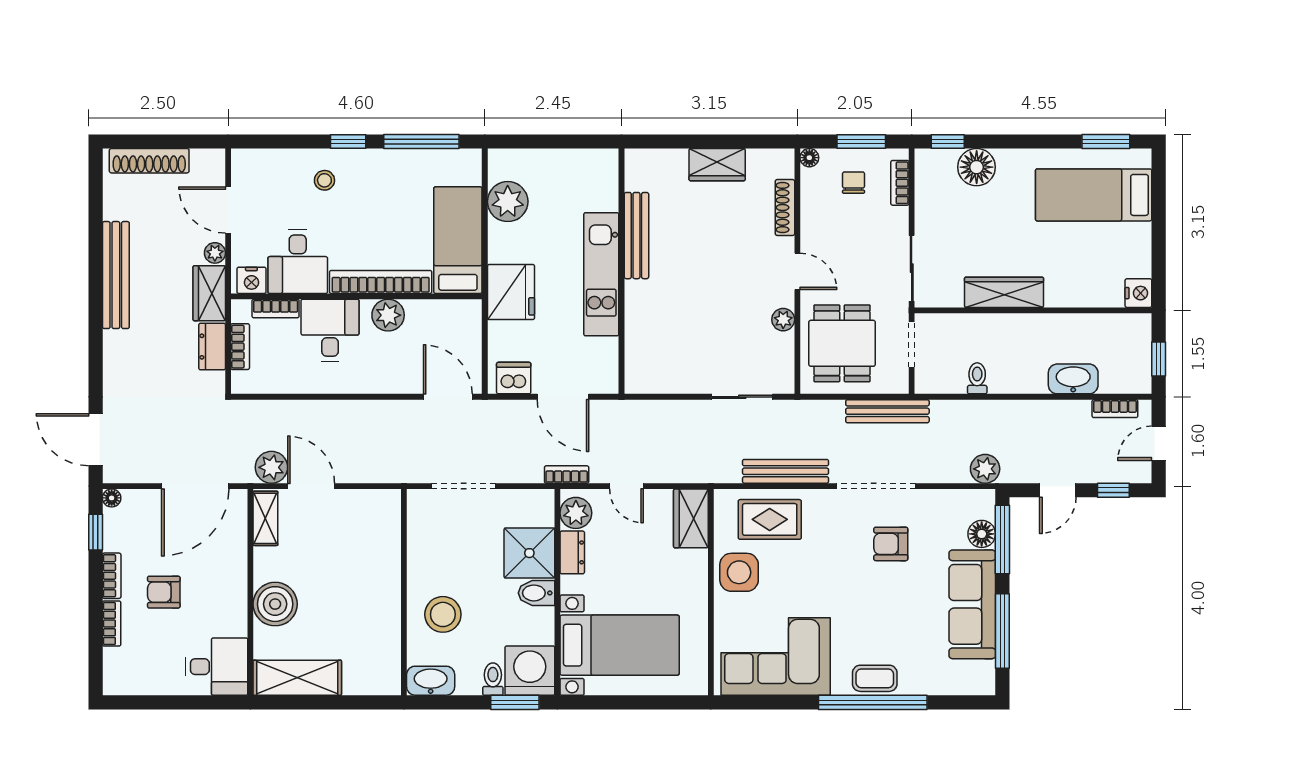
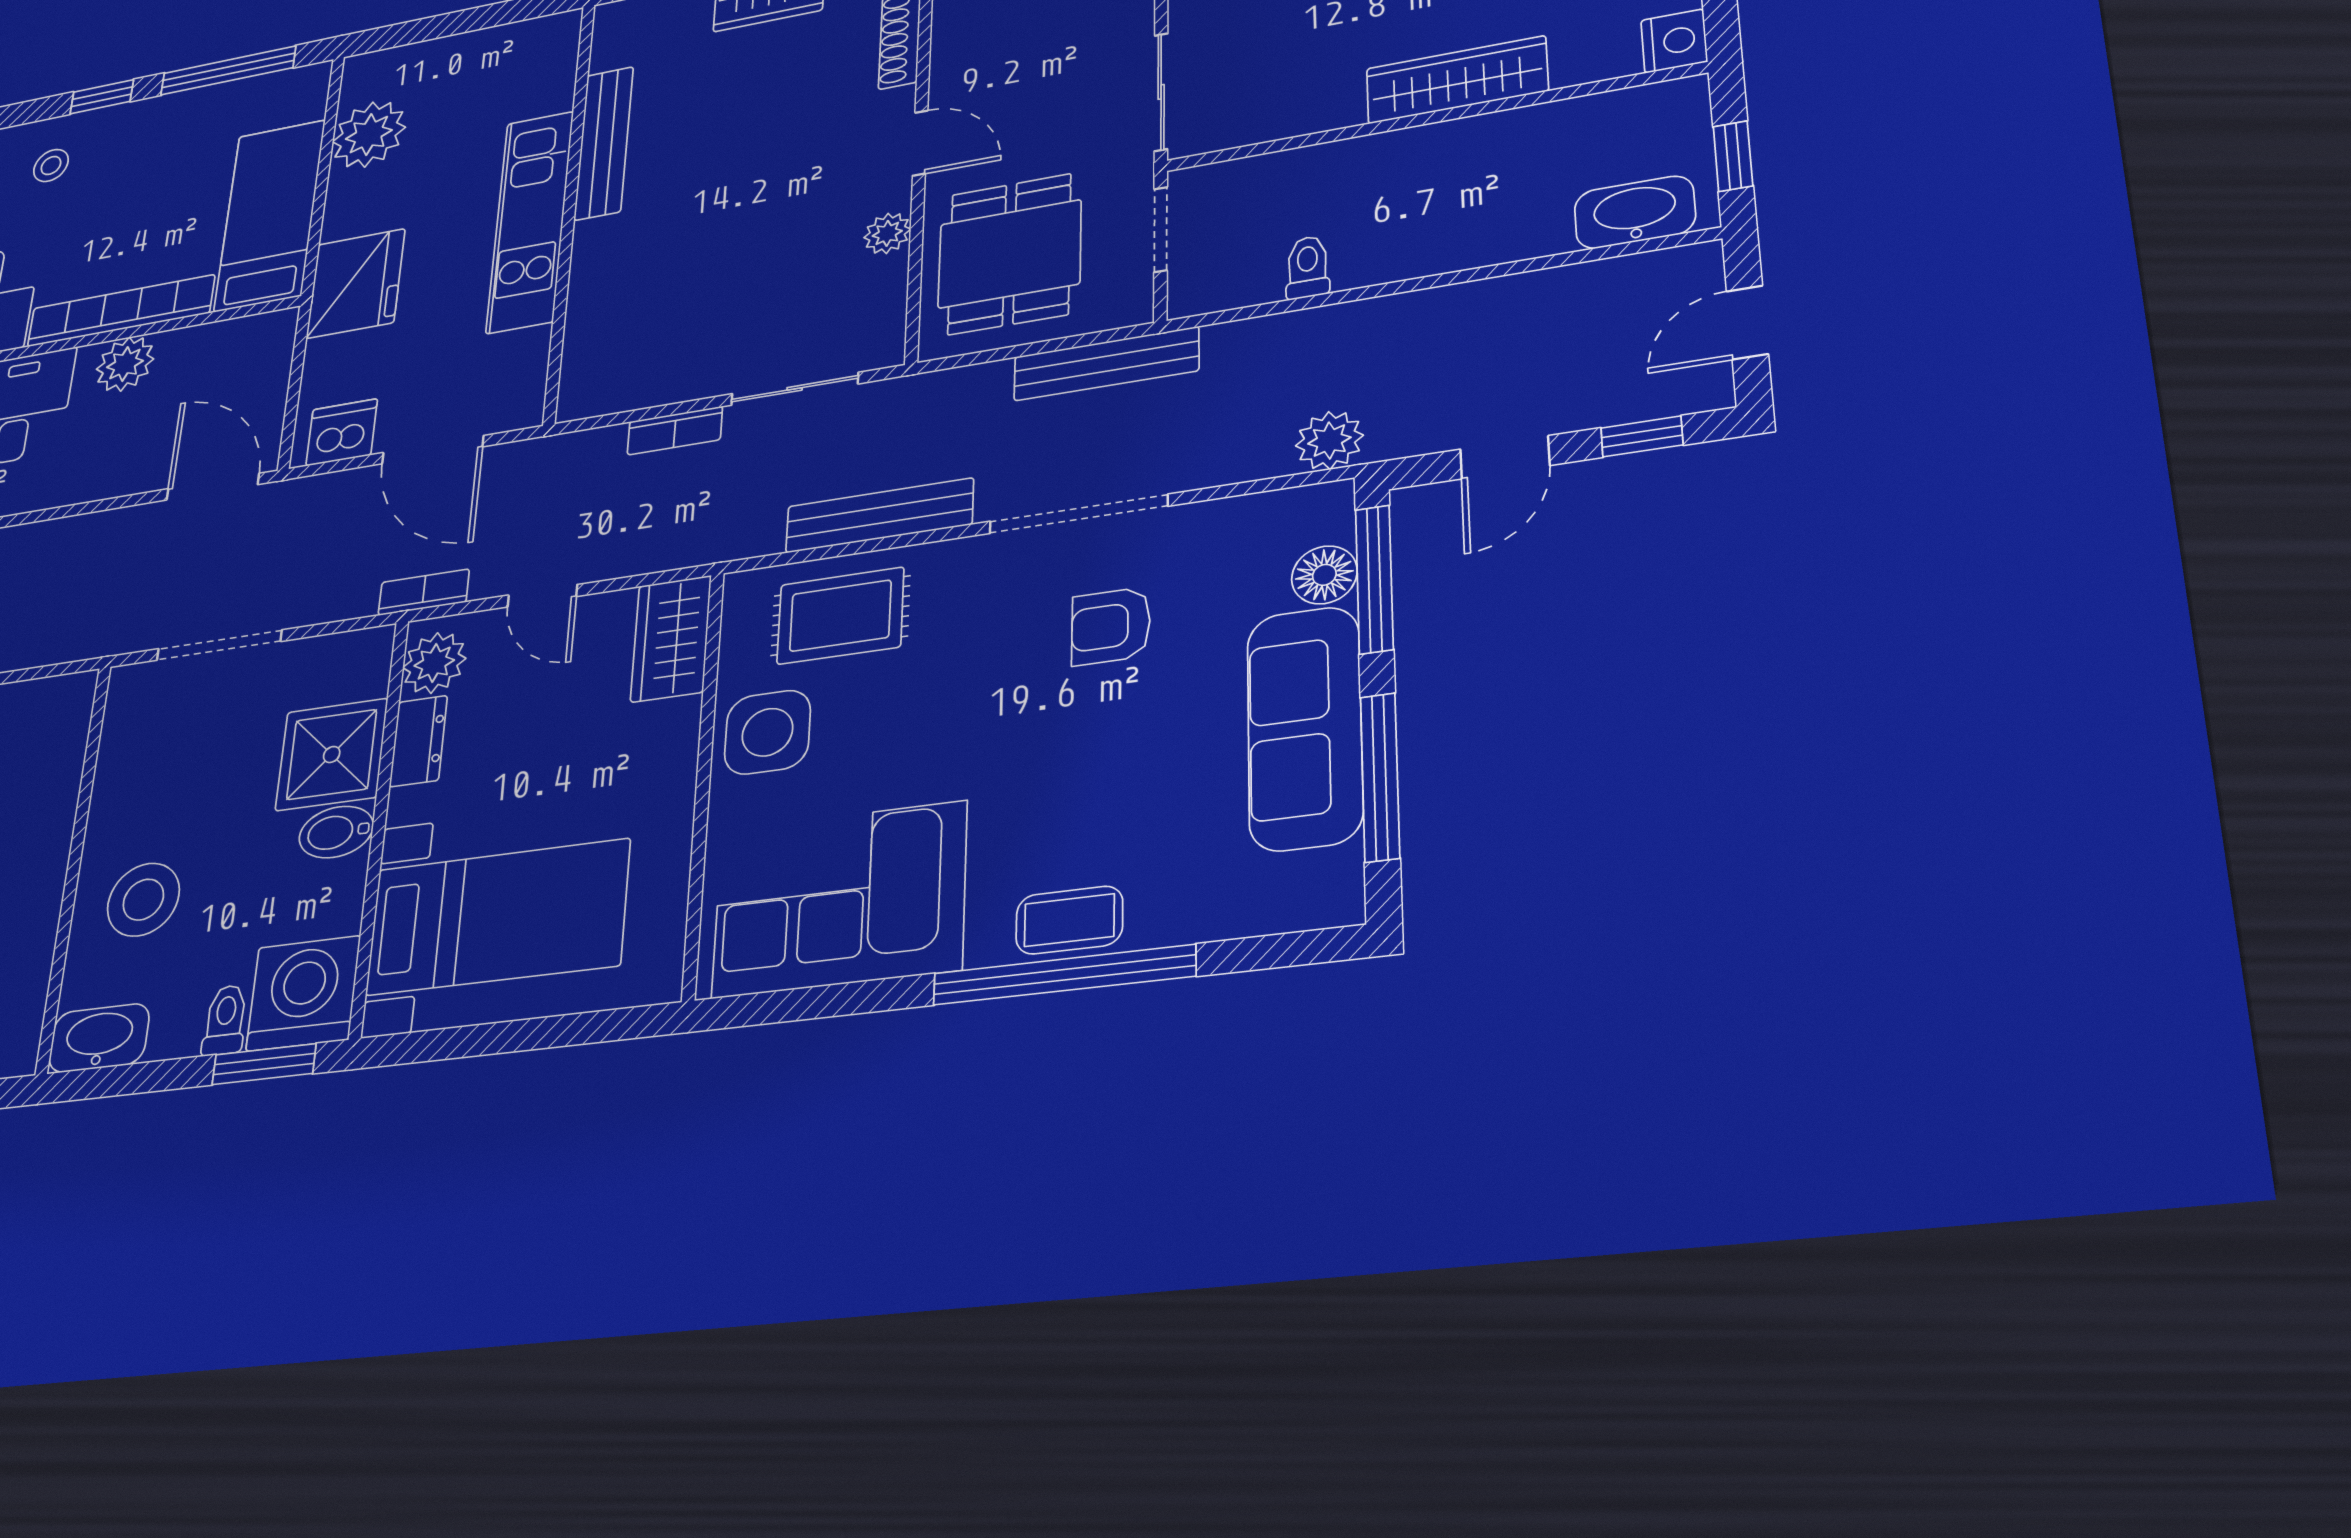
wardrobe: (1004, 292) -> (1457, 80), moved
washbasin: (1073, 379) -> (1635, 212), moved
bookcase: (1115, 409) -> (675, 431), moved

